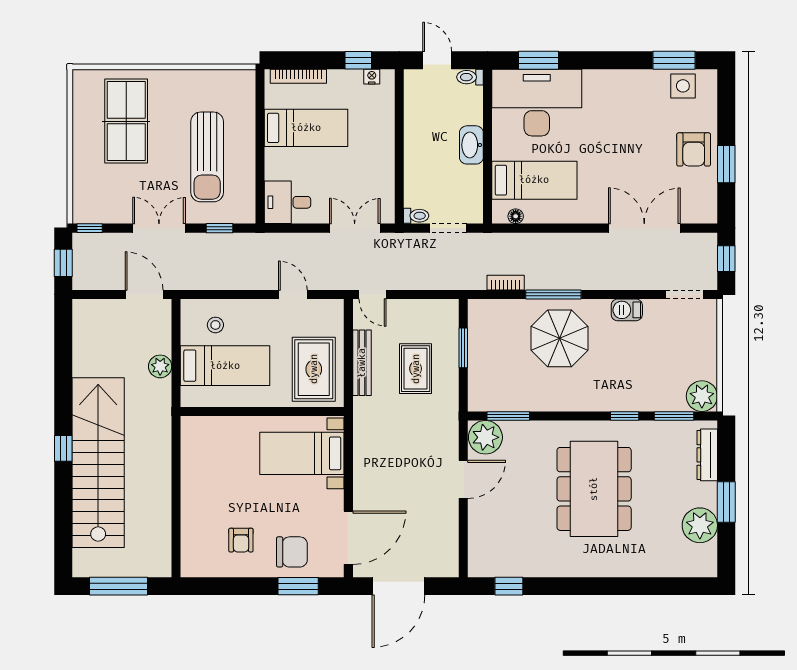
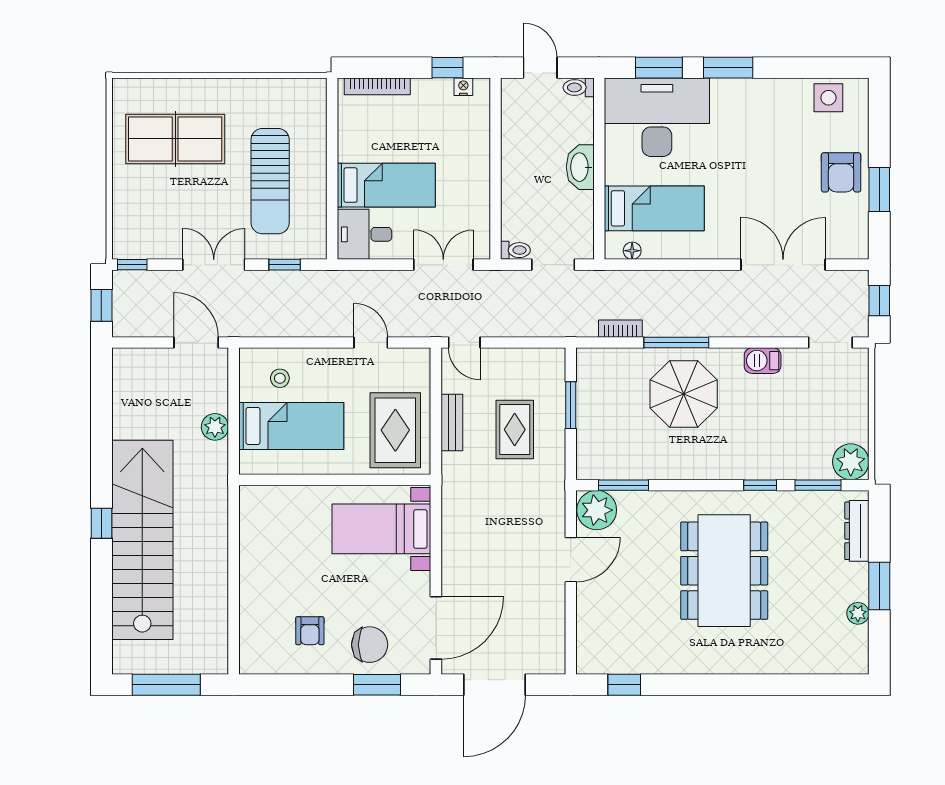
window: (674, 60) -> (728, 68), moved
table tennis table: (126, 121) -> (175, 139), turned 90
bed: (306, 128) -> (386, 185), moved
bench: (362, 363) -> (452, 423), width x0.73
plant: (700, 525) -> (858, 613), width x0.53, depth x0.53

